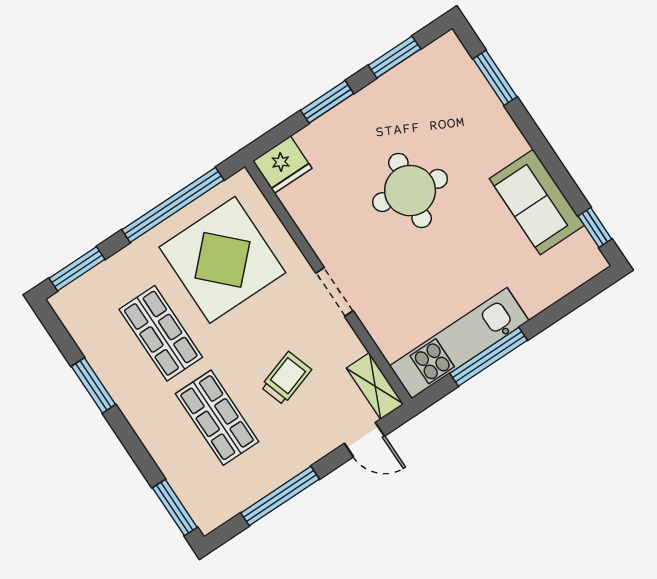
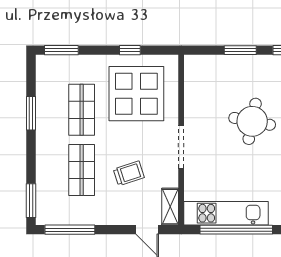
fridge: (282, 165) -> (197, 66), removed
window: (173, 205) -> (130, 50), width x0.32
doorway: (334, 292) -> (181, 147), width x1.38
window: (489, 357) -> (236, 230), width x1.46
window: (280, 496) -> (70, 230), moved

